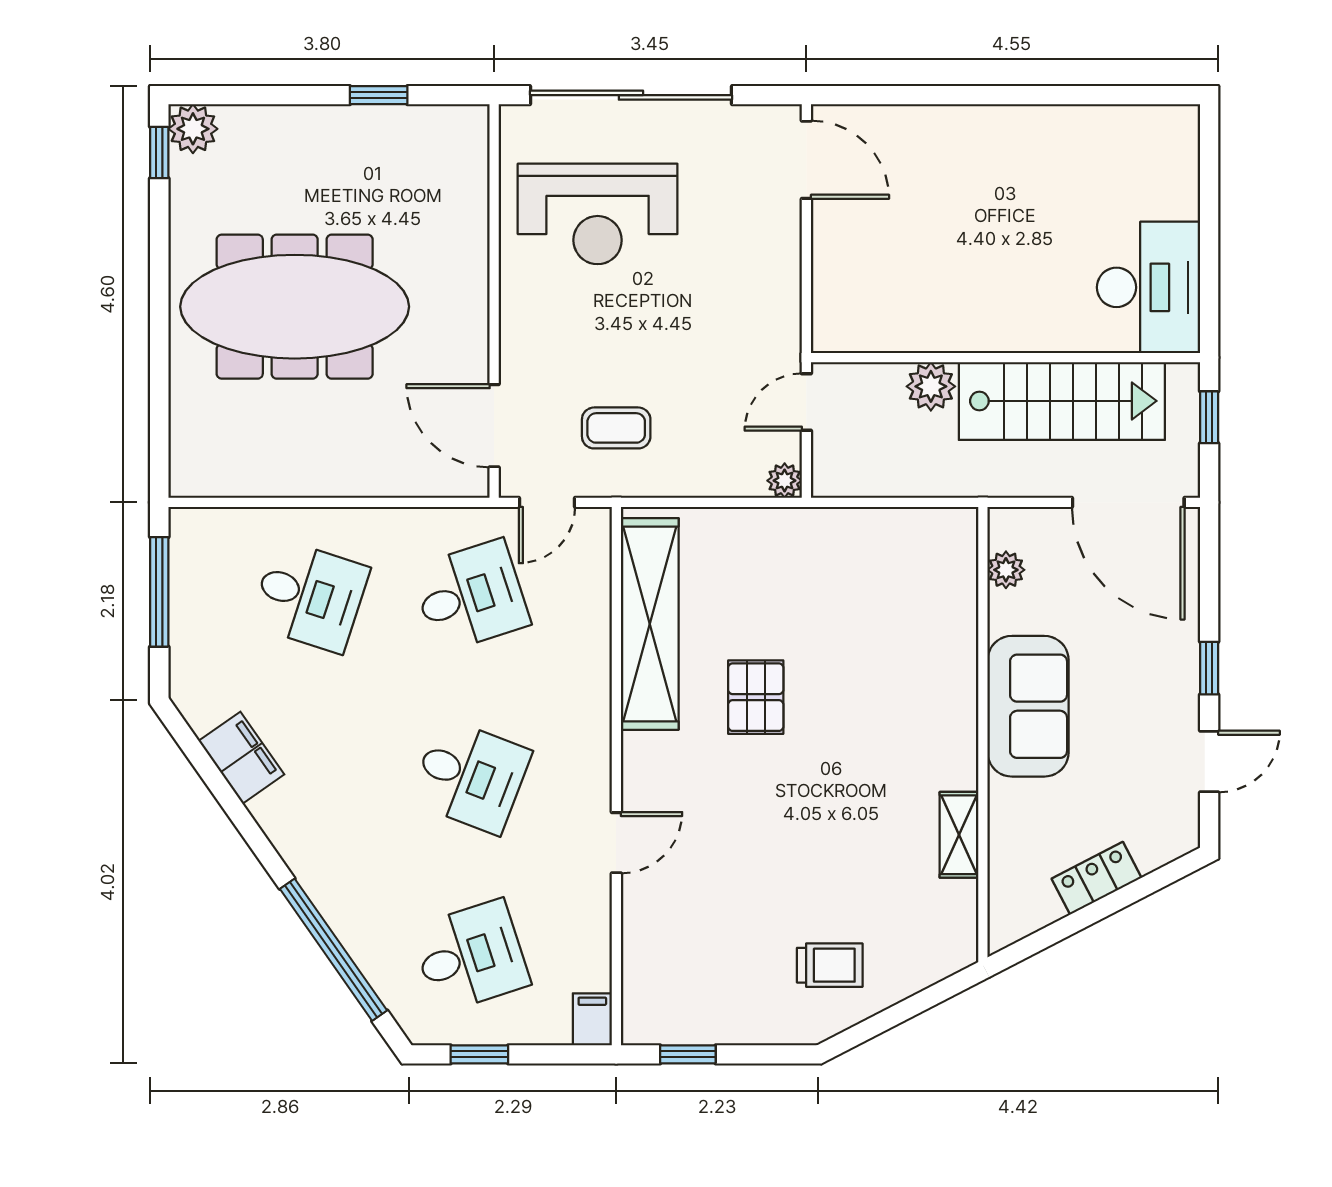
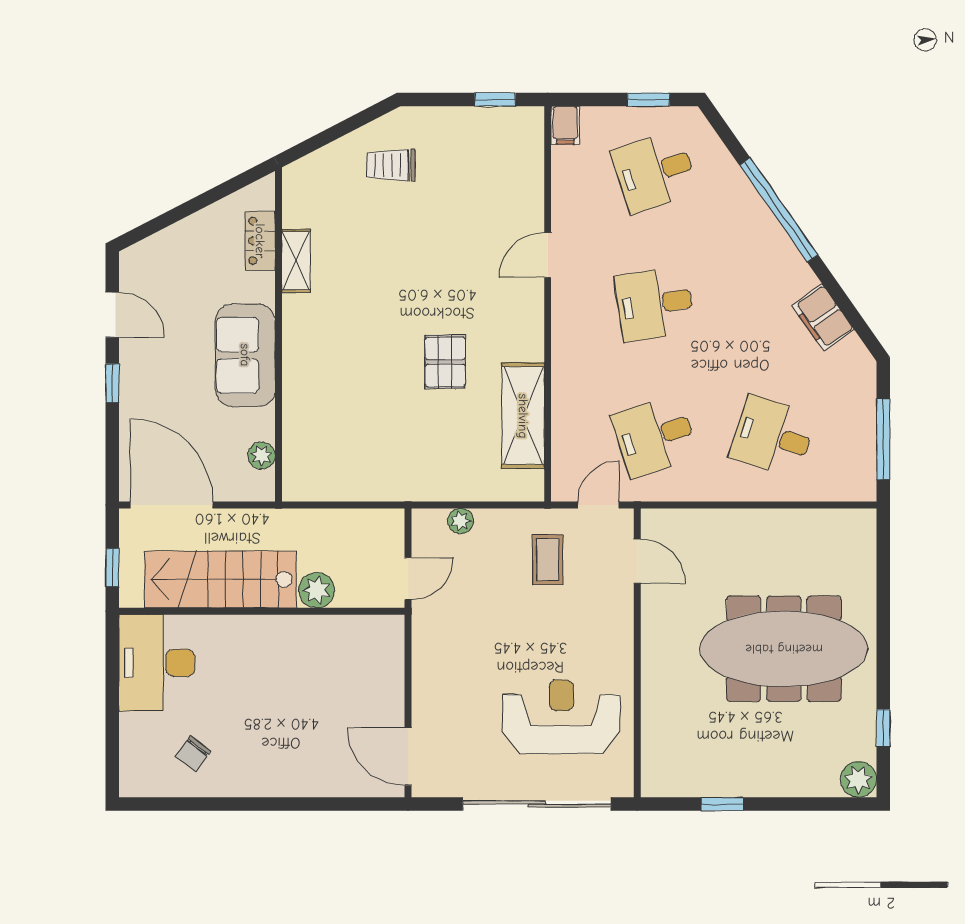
window: (159, 152) -> (883, 728), moved
chair: (1099, 164) -> (193, 753), added
door: (494, 426) -> (637, 561), width x0.73
coffee table: (616, 428) -> (548, 560), turned 90
plant: (785, 481) -> (461, 521), moved
shelving: (650, 624) -> (523, 416), width x0.68
door: (1209, 762) -> (112, 315), swing flipped
desk: (470, 776) -> (655, 304), turned -30
locker: (1096, 878) -> (260, 241), moved, turned 117
window: (333, 950) -> (779, 210), moved

